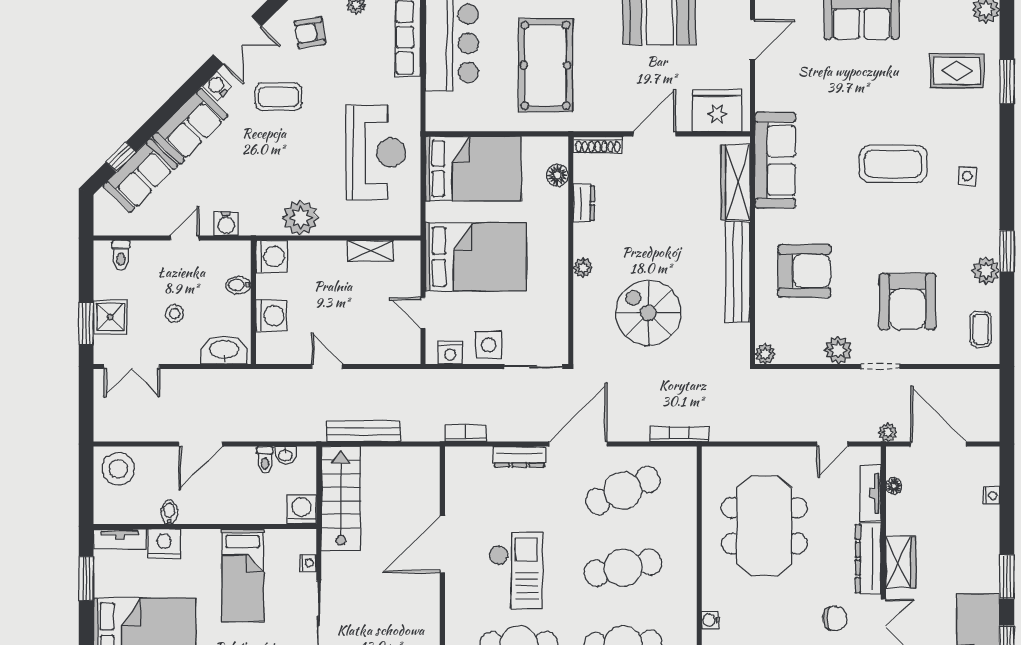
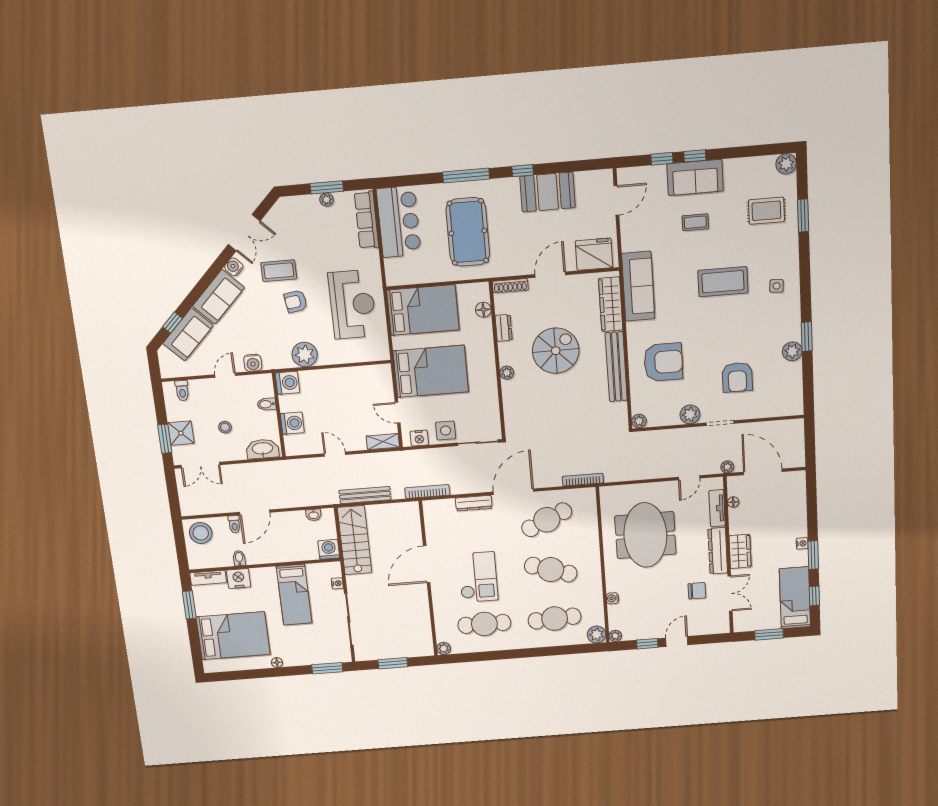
armchair: (310, 33) -> (296, 301), moved
shelving: (370, 251) -> (383, 442), moved
armchair: (907, 302) -> (737, 377), width x0.73, depth x0.73
spiral stairs: (648, 313) -> (556, 351), moved, turned 90
coffee table: (981, 329) -> (695, 222), moved, turned 90
bookcase: (465, 433) -> (427, 492), width x1.56
toilet: (265, 460) -> (234, 524), moved
nightstand: (991, 496) -> (802, 543), moved
cafe table: (623, 568) -> (551, 570), turned 30

